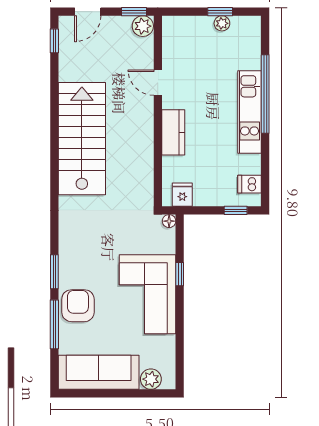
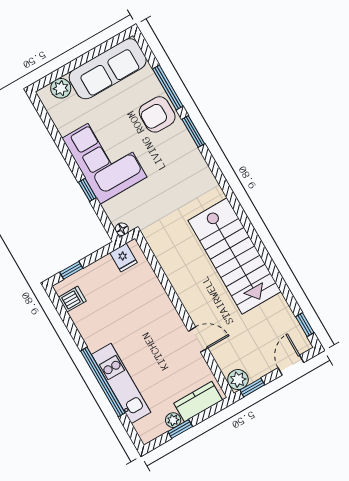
kitchen unit: (250, 112) -> (121, 383), moved
kitchen counter: (173, 132) -> (198, 402), moved, turned 90
armchair: (78, 306) -> (157, 114), turned 90

